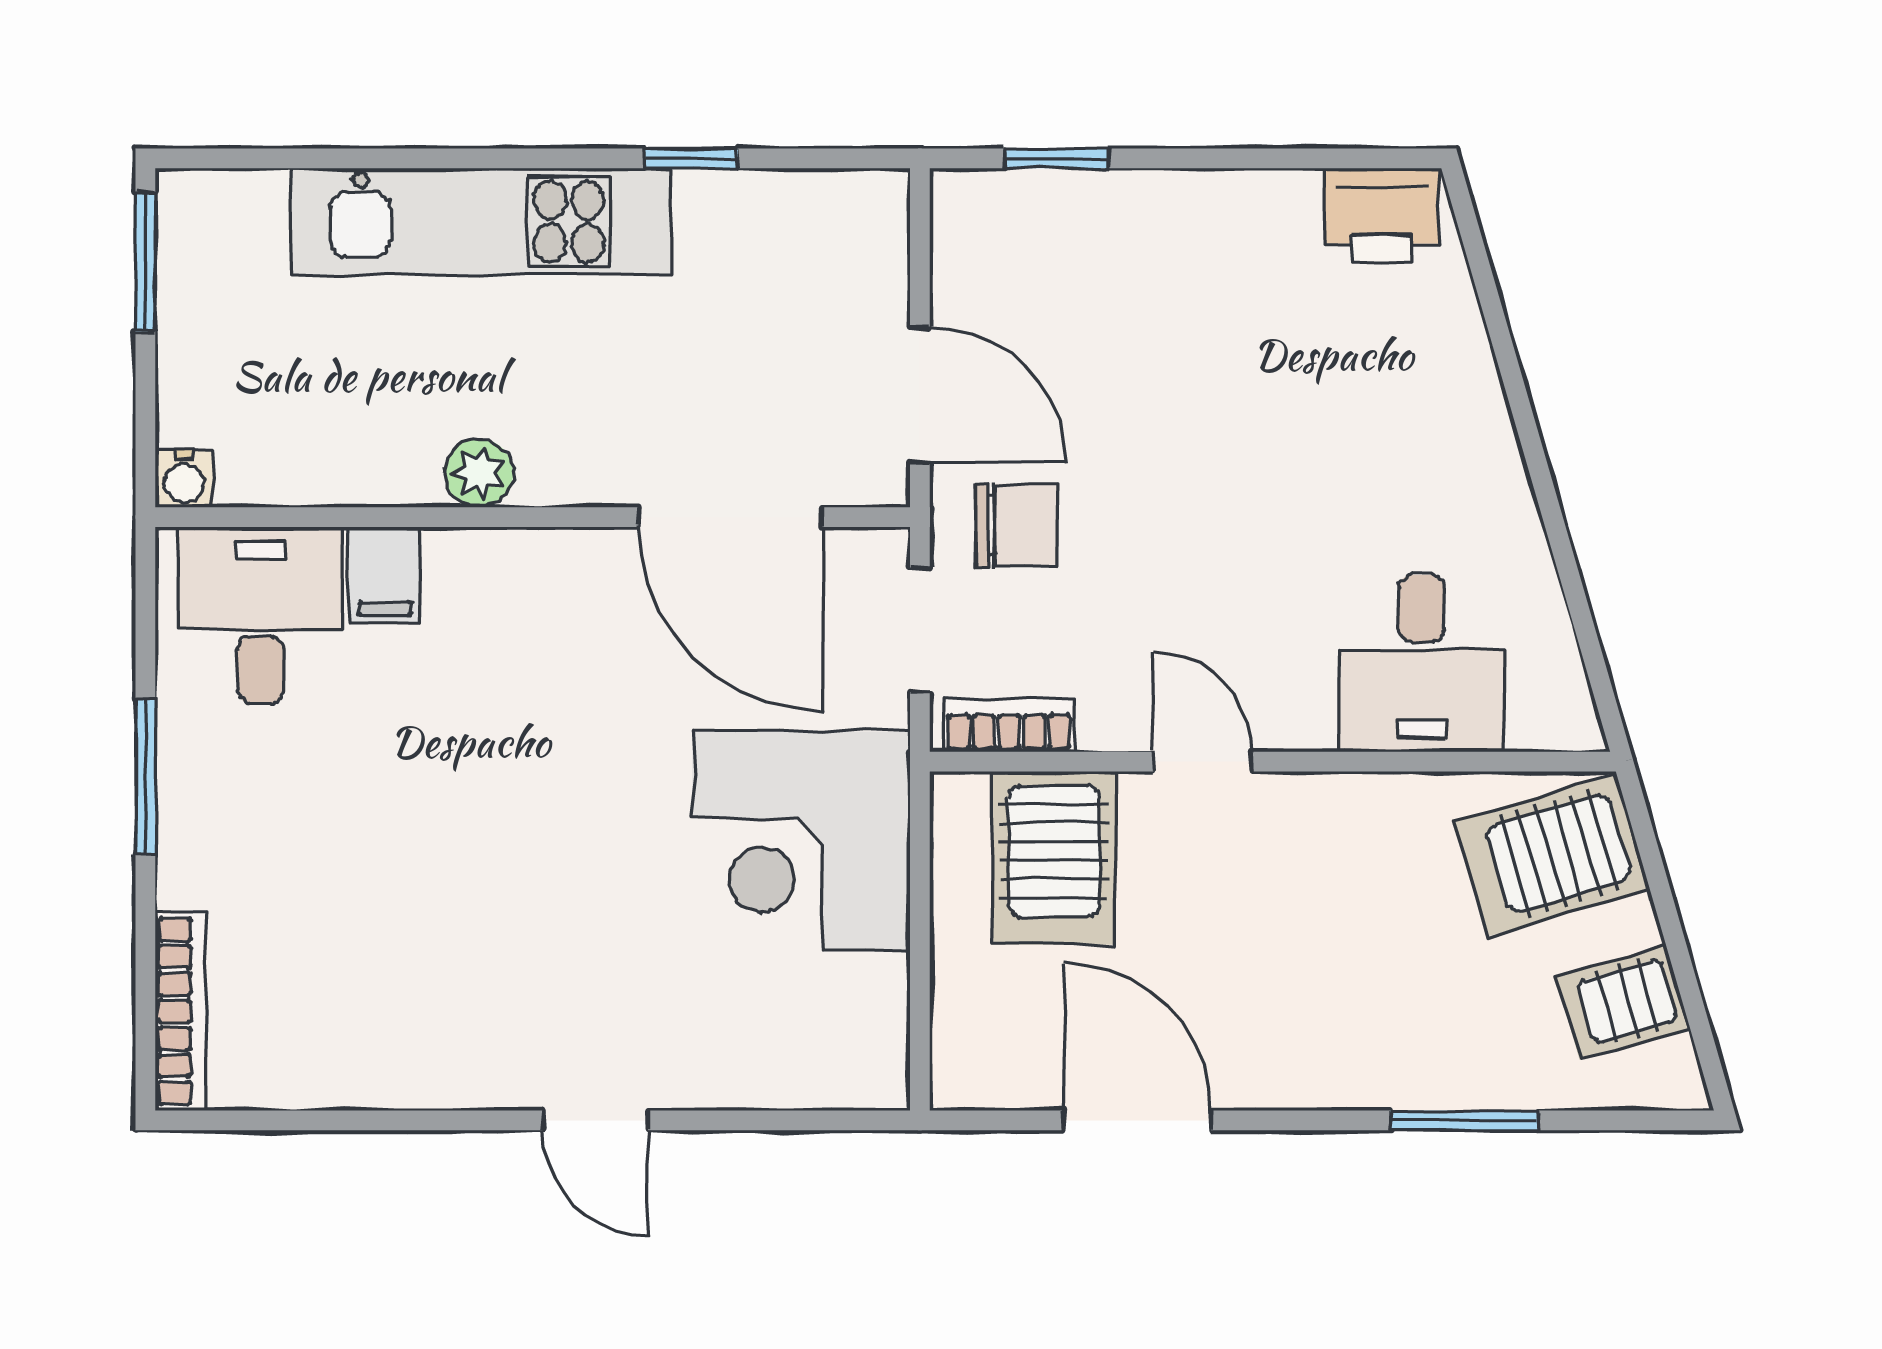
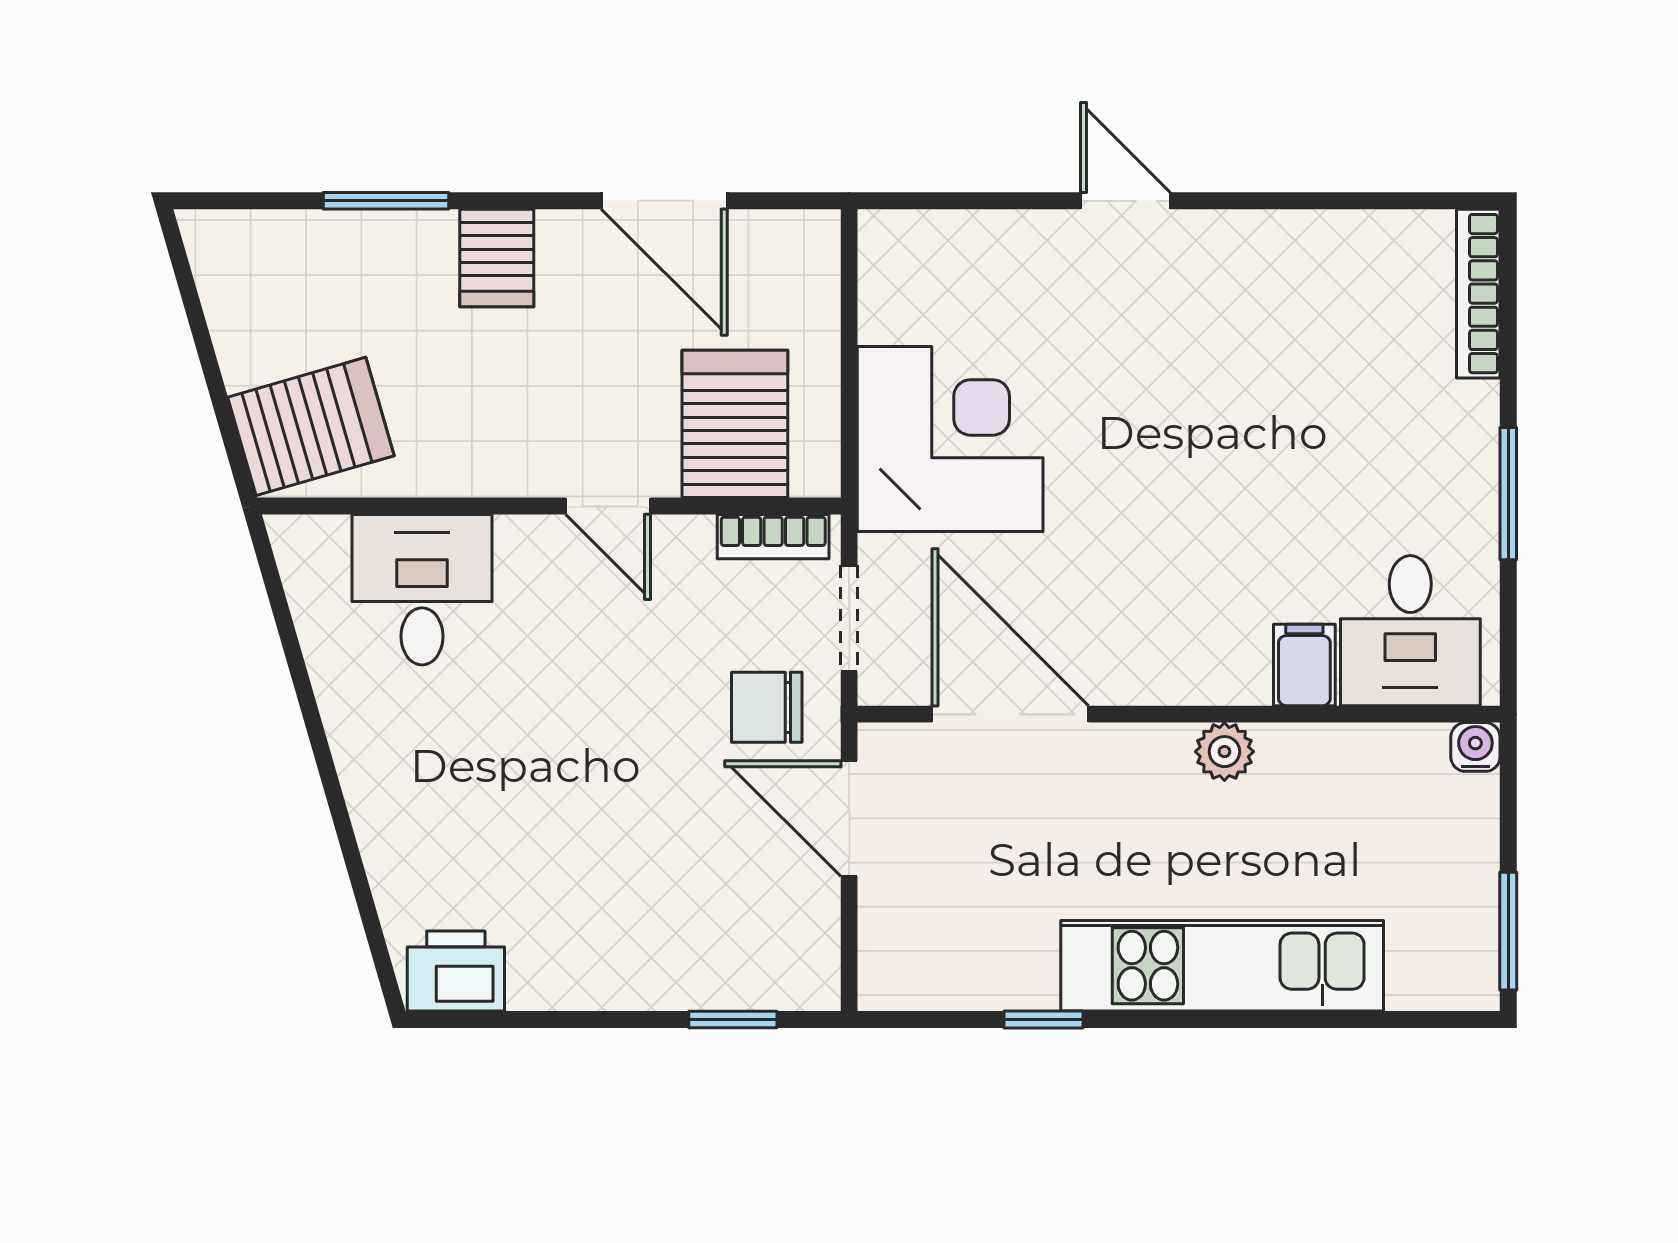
server rack: (1623, 1002) -> (497, 258), moved, turned 106

